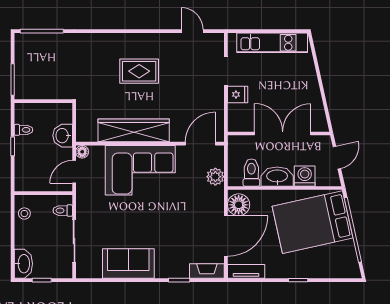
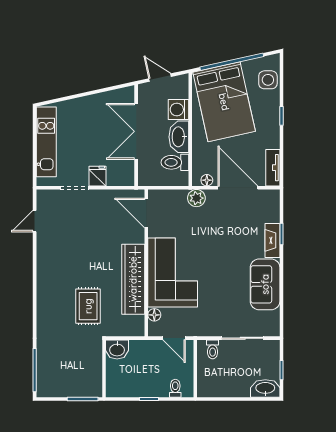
rug: (139, 71) -> (88, 306), moved
toilet: (24, 130) -> (175, 388), moved
washbasin: (63, 136) -> (117, 349), moved
floor lamp: (82, 152) -> (154, 315), moved
plant: (215, 177) -> (196, 198), moved
floor lamp: (239, 205) -> (207, 180), width x0.53, depth x0.53
stool: (24, 214) -> (216, 387), removed
side table: (335, 266) -> (268, 80), added
fireplace: (207, 271) -> (273, 240), moved

